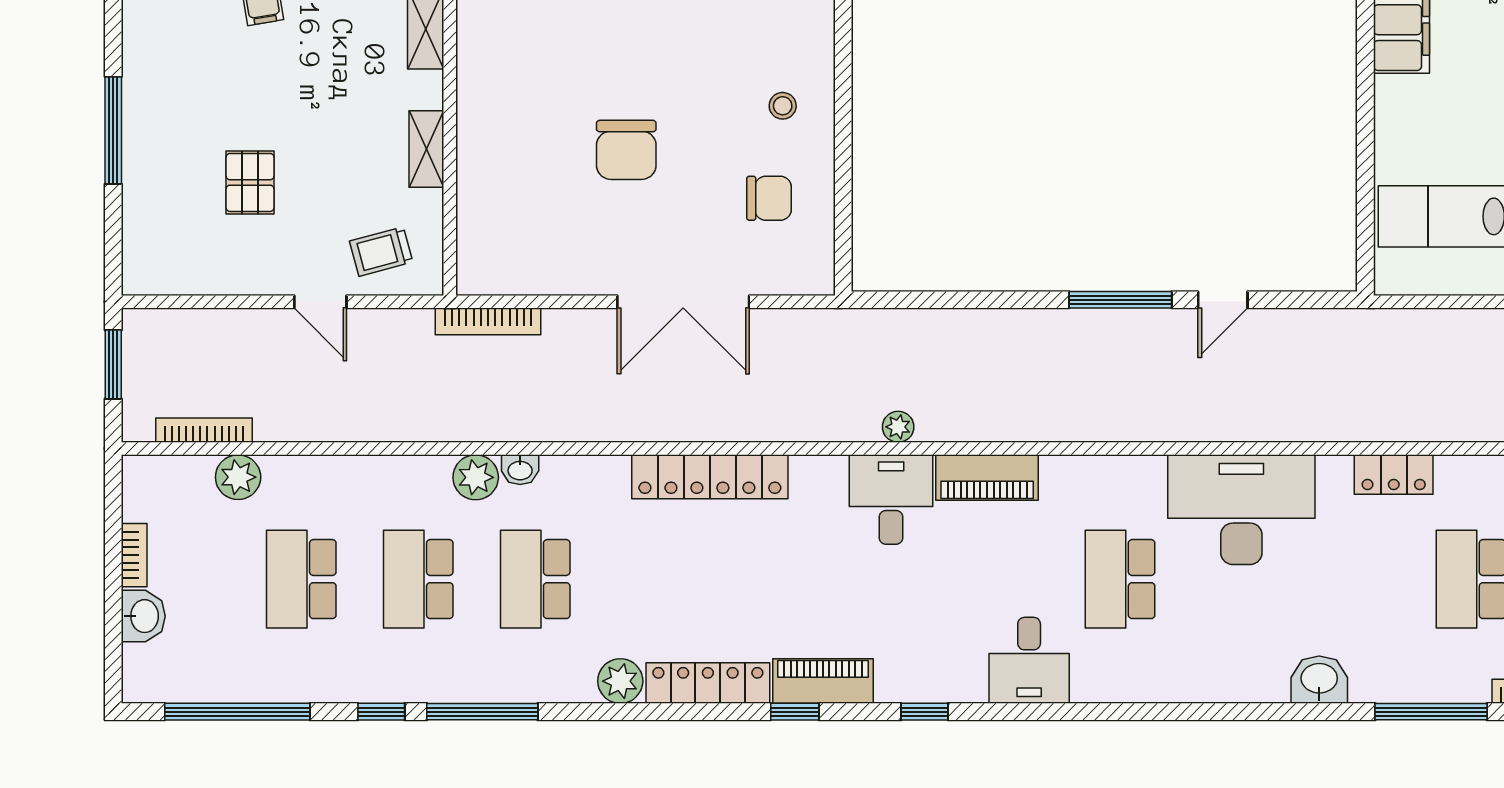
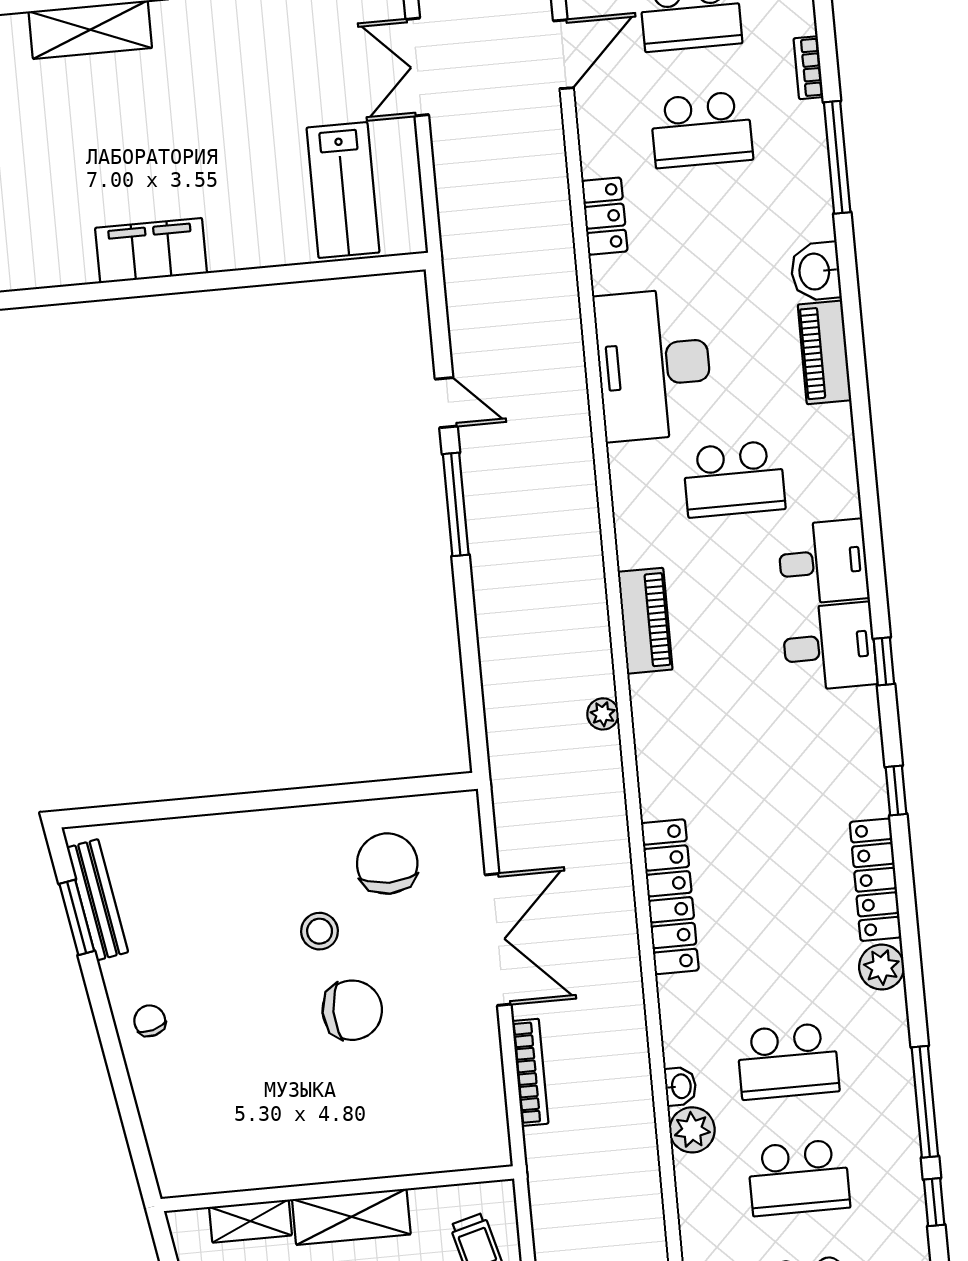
stool: (783, 106) -> (320, 931), moved, width x1.37, depth x1.37
shelving: (426, 149) -> (351, 1217), width x1.50, depth x1.33
chair: (769, 198) -> (387, 864), width x1.37, depth x1.37
bookcase: (488, 321) -> (530, 1072), moved
desk: (891, 500) -> (829, 647), moved, turned 180
piano: (823, 681) -> (825, 352), moved

